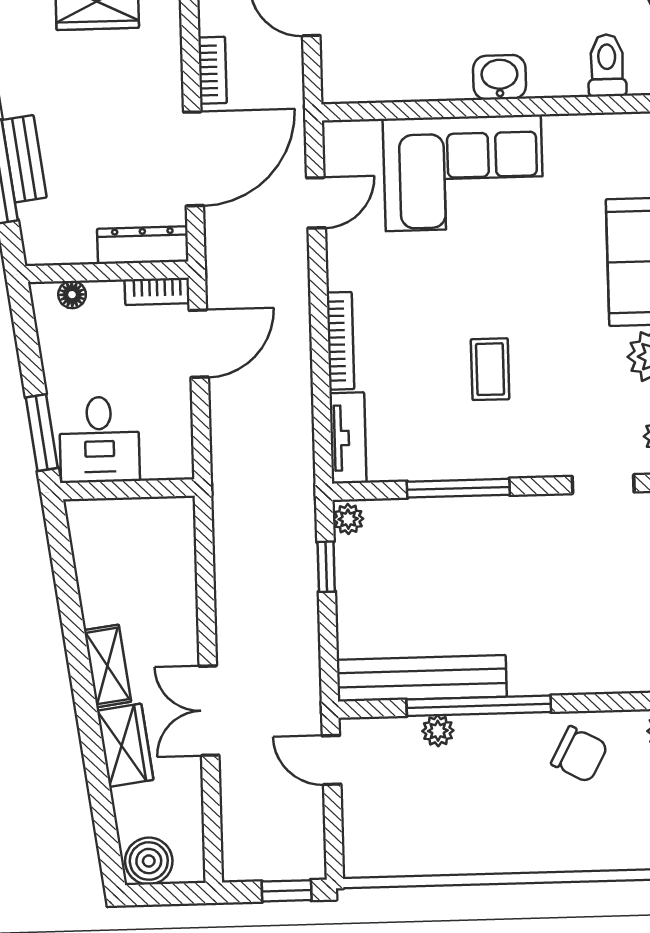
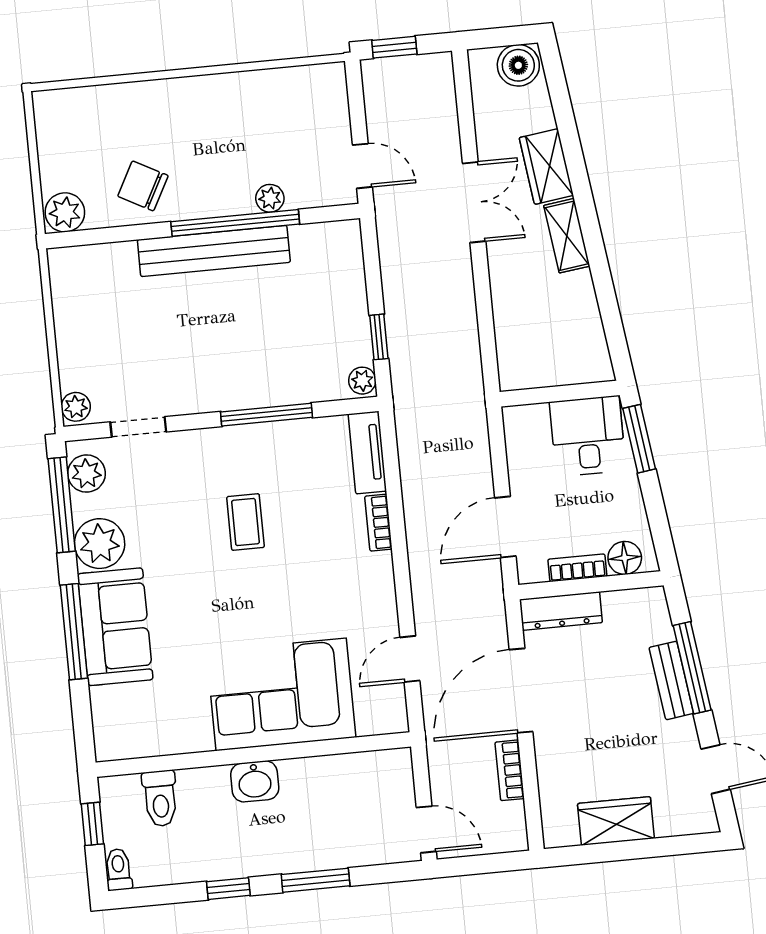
bookcase: (157, 291) -> (577, 568), moved
floor lamp: (72, 295) -> (625, 558), width x1.37, depth x1.37
bookcase: (340, 341) -> (378, 523), width x0.64
bench: (422, 678) -> (214, 251), moved

